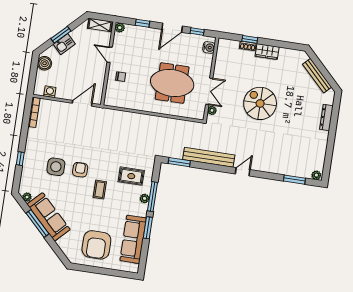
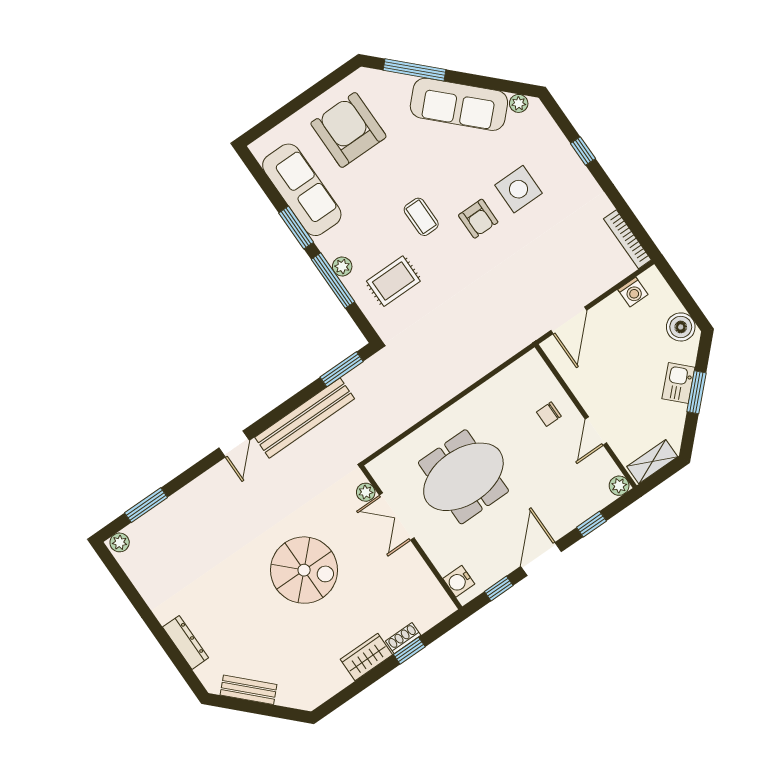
door: (110, 55) -> (596, 431), swing flipped
bench: (317, 76) -> (249, 690), width x0.73
window: (37, 223) -> (414, 70), moved

